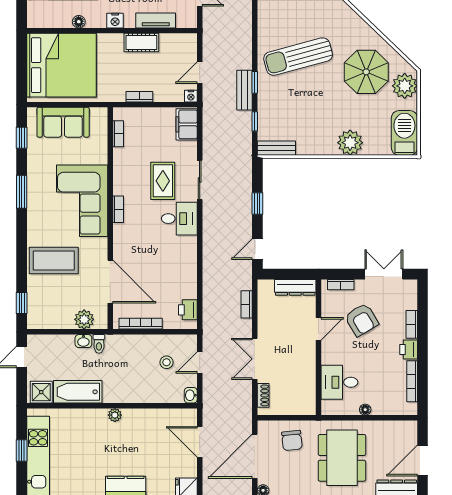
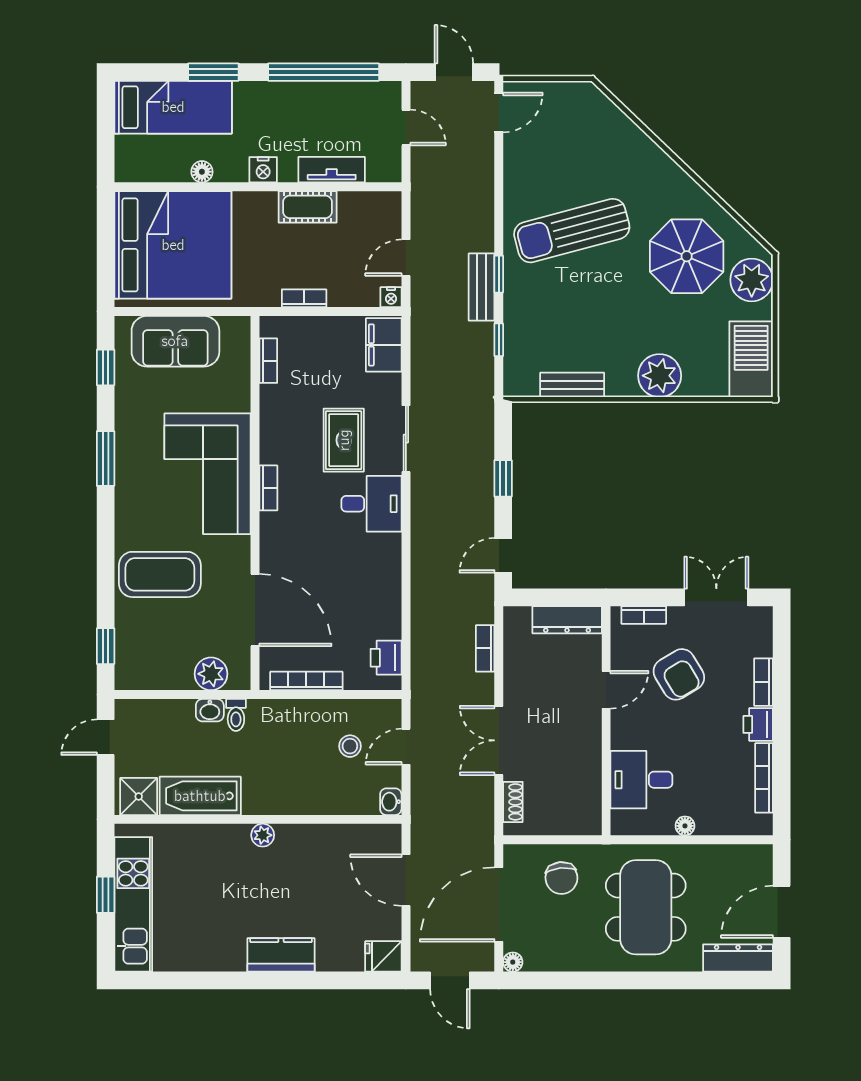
bench: (276, 148) -> (572, 385), moved

